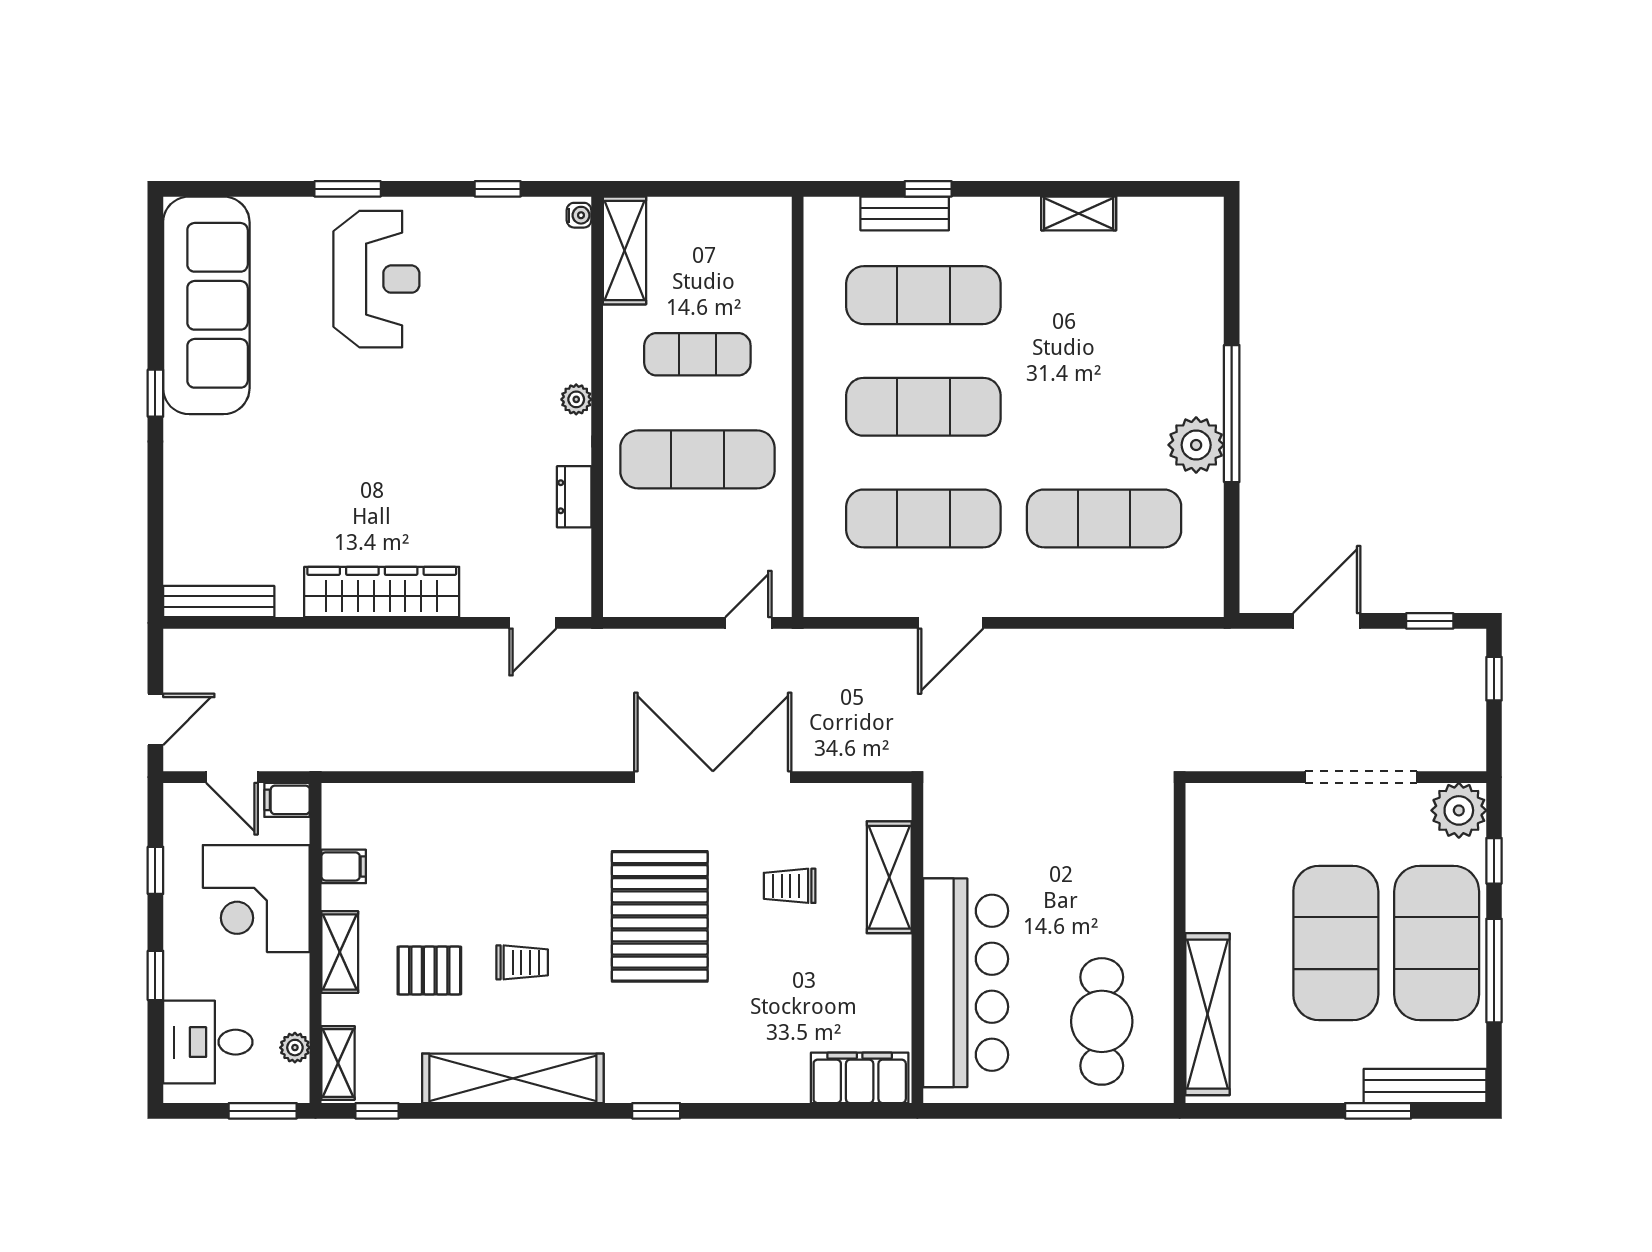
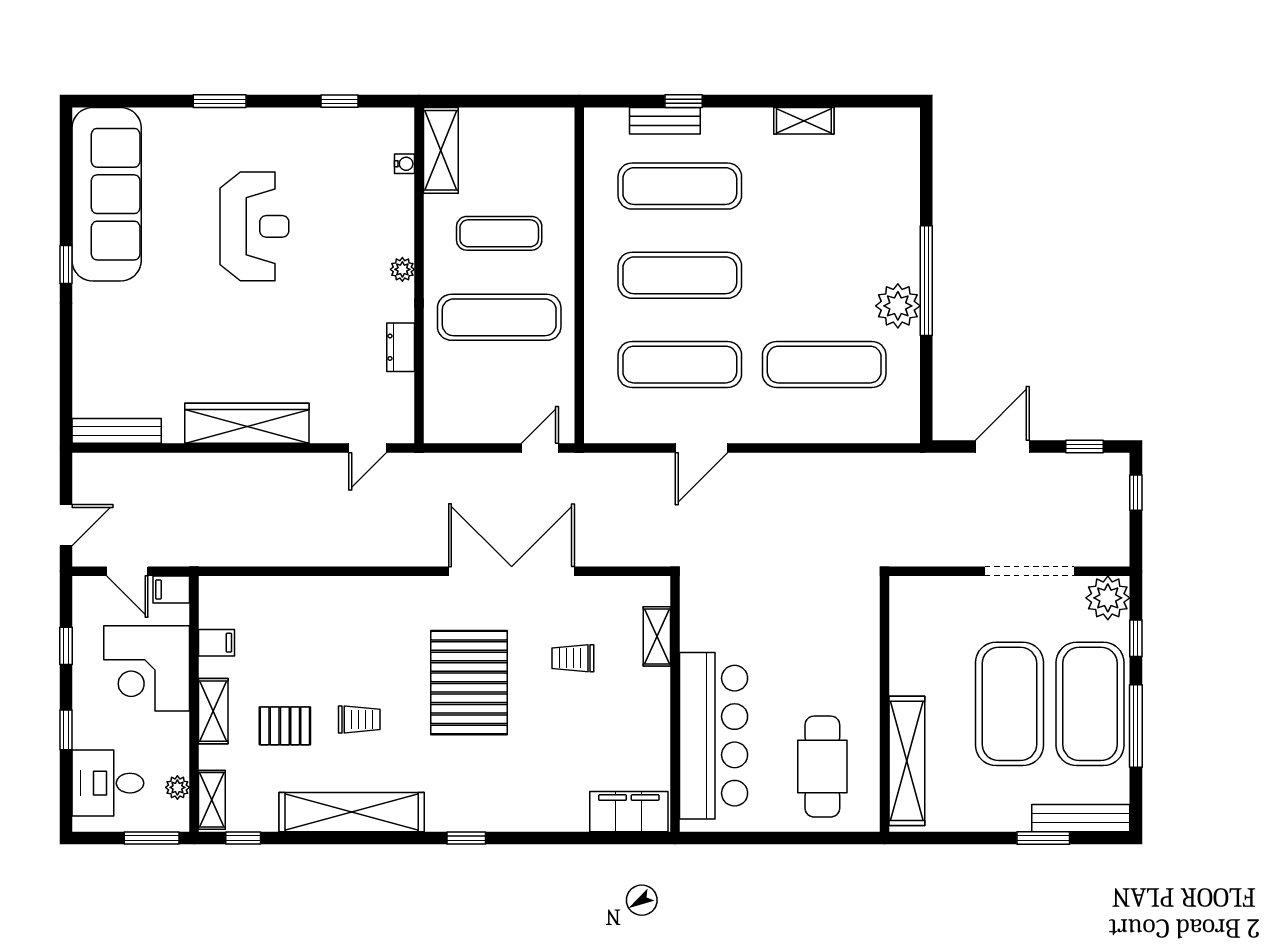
water cooler: (579, 215) -> (405, 164), moved
reception desk: (376, 279) -> (254, 226), moved
shelving: (889, 877) -> (657, 636), width x0.67, depth x0.75

